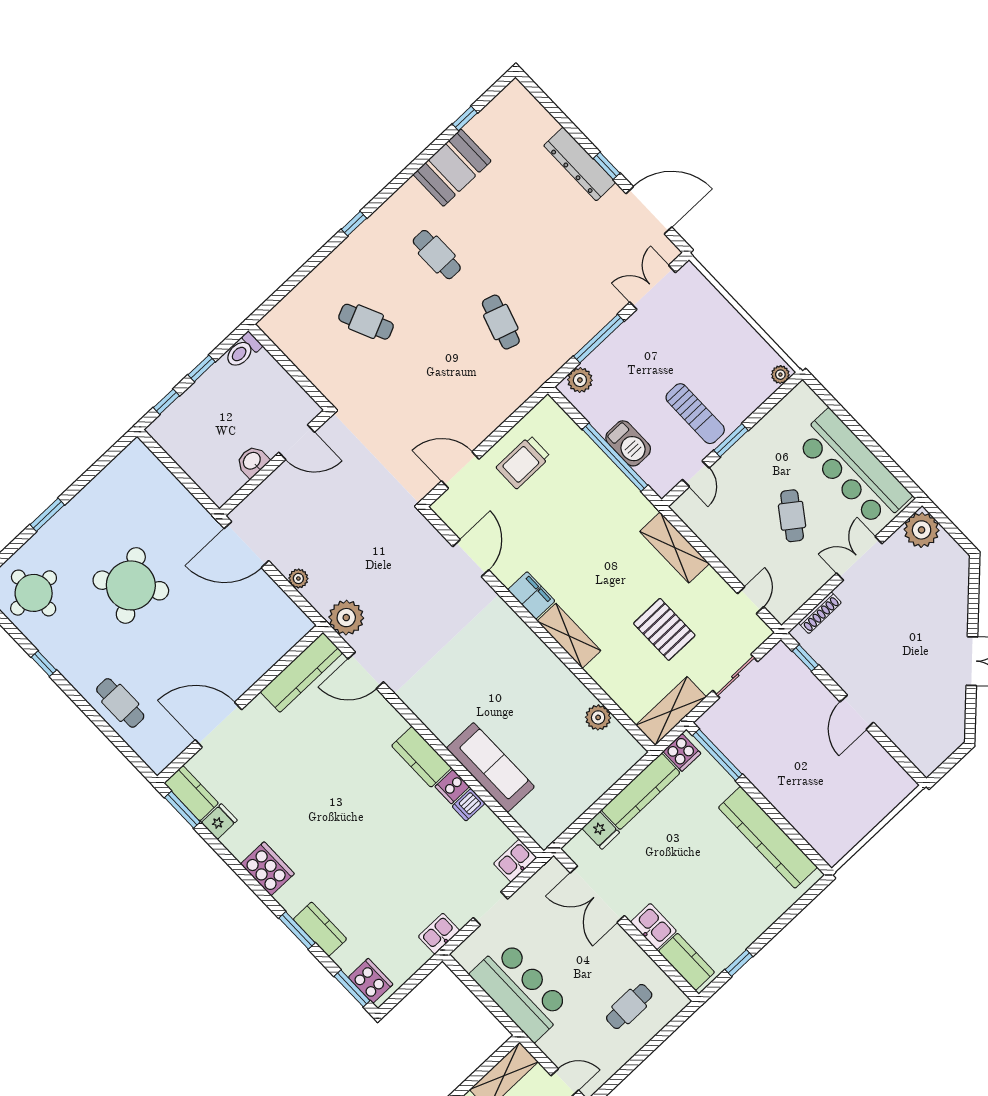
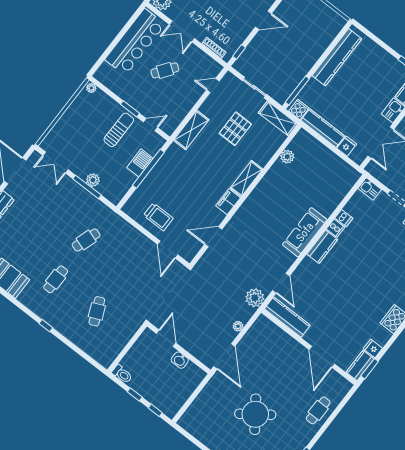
plant: (580, 380) -> (93, 180), moved
sofa: (490, 767) -> (305, 232), moved

